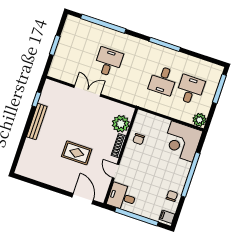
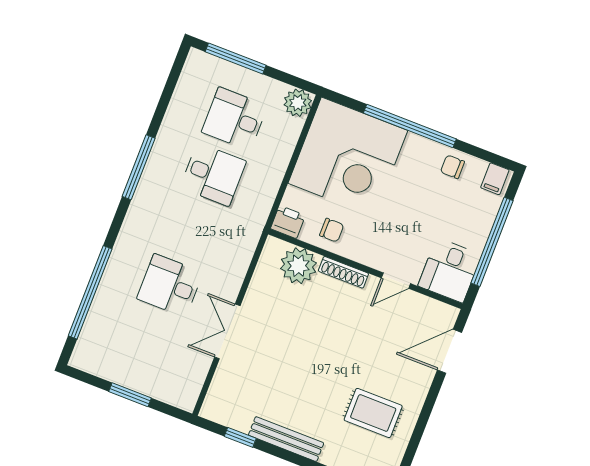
printer: (142, 118) -> (288, 222), added
corner desk: (182, 141) -> (348, 157), width x1.36, depth x1.36
rug: (77, 153) -> (373, 413), moved, turned 90

